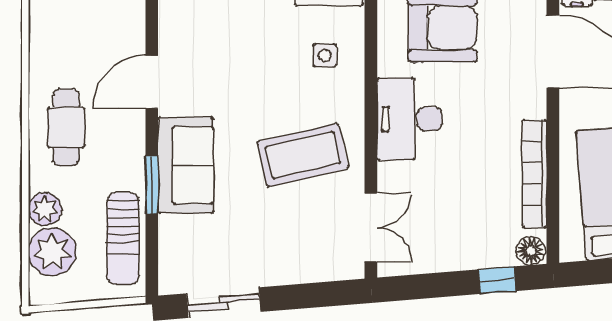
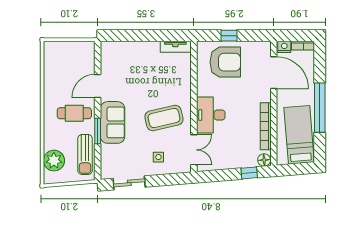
side table: (325, 55) -> (158, 157), moved
desk: (409, 119) -> (211, 115), moved
cafe table: (66, 127) -> (74, 113), moved, turned 90
plant: (45, 209) -> (51, 142), removed

